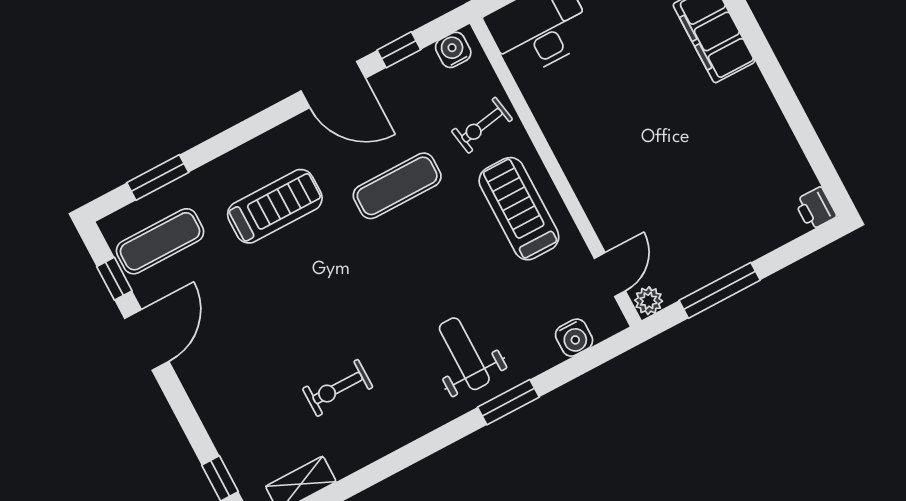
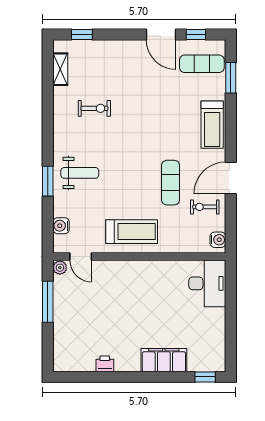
window: (399, 50) -> (231, 216), removed
exercise bike: (482, 125) -> (205, 207), moved, turned -80
treadmill: (275, 206) -> (212, 125), moved
printer: (815, 209) -> (105, 364), moved
exercise mat: (160, 241) -> (202, 64), turned 90
exercise bike: (338, 388) -> (94, 108), turned 90

